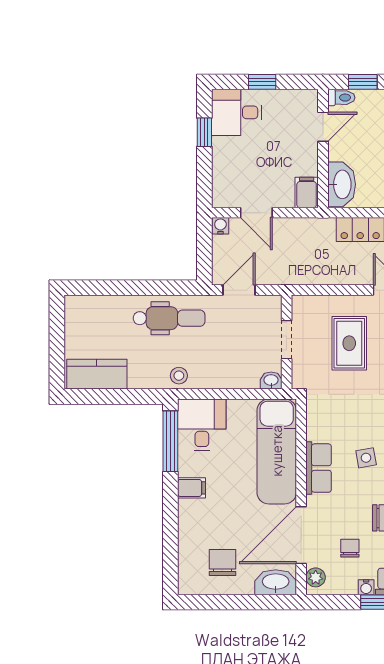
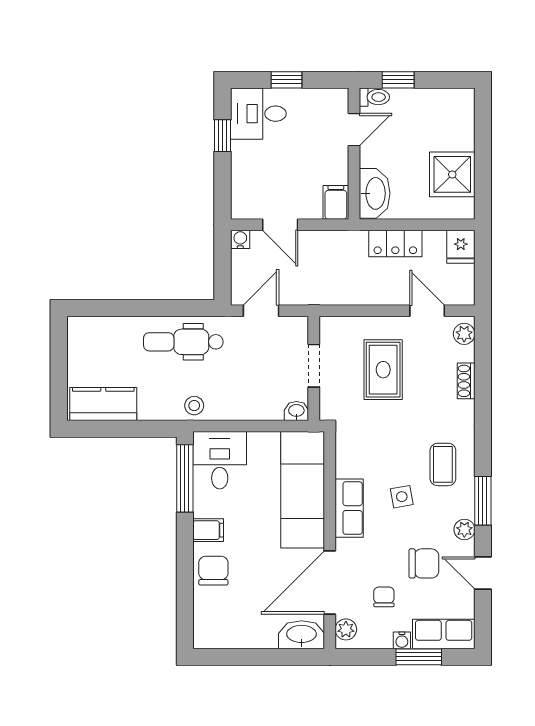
dental chair: (169, 318) -> (183, 342), turned 180
chair: (222, 562) -> (213, 571), moved

